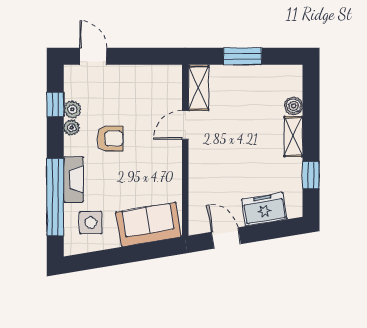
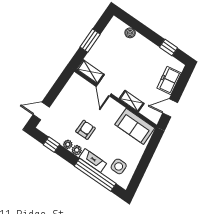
plant: (72, 109) -> (77, 150), moved
shelving: (293, 137) -> (132, 101), moved
sofa: (149, 224) -> (135, 126), moved, turned -81

